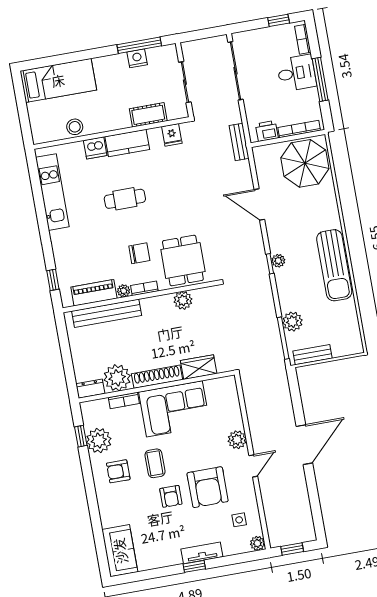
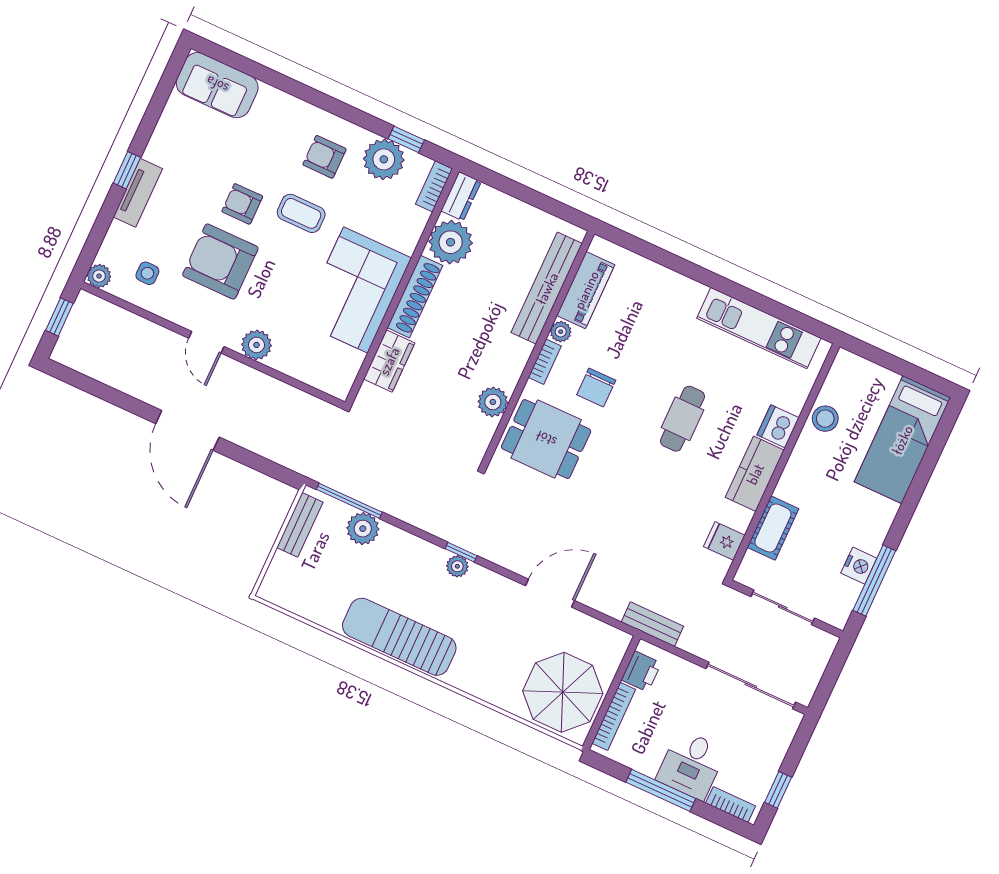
window: (53, 280) -> (641, 247), removed
bookcase: (124, 400) -> (434, 186), moved
armchair: (118, 471) -> (324, 157), turned -90

